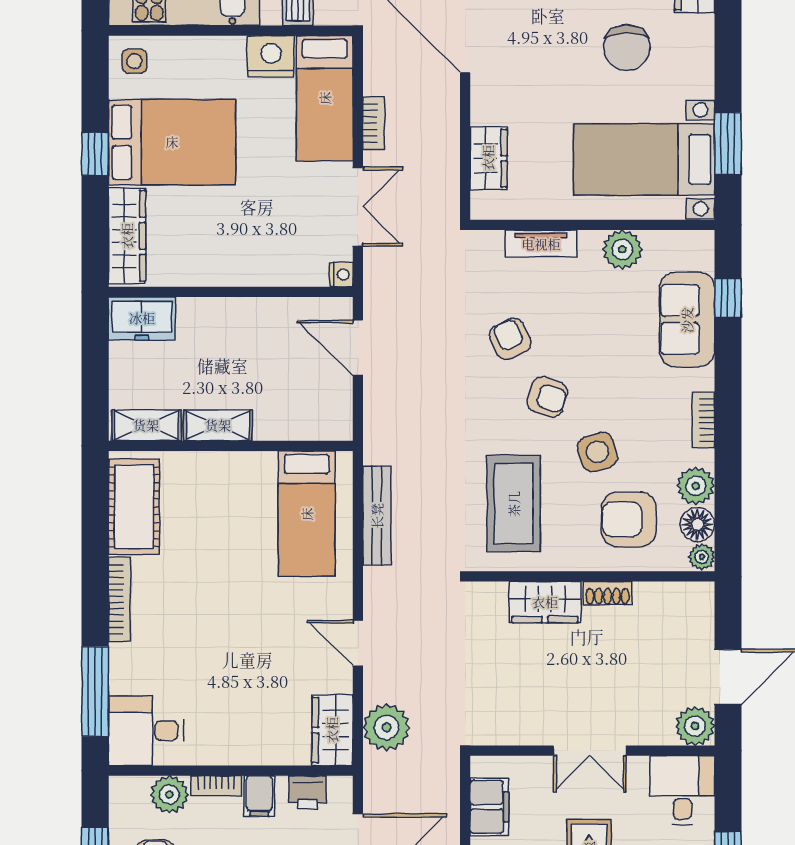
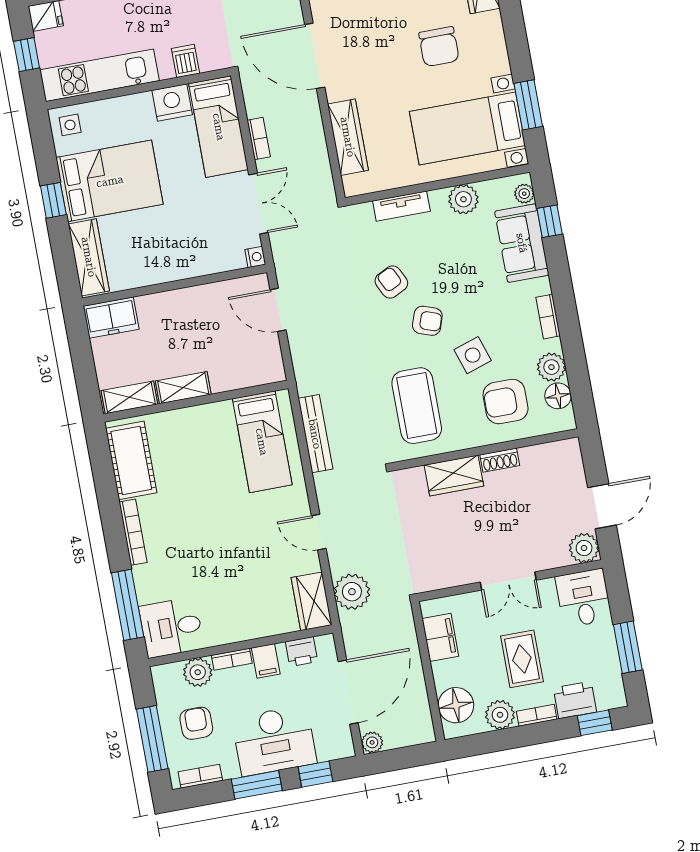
wardrobe: (488, 158) -> (348, 137), width x1.50
plant: (702, 557) -> (524, 194), moved

